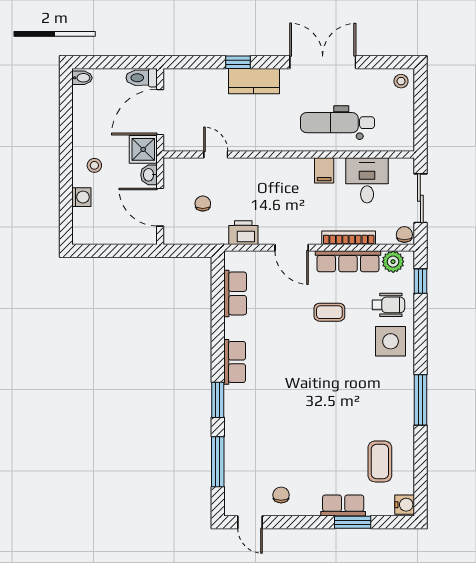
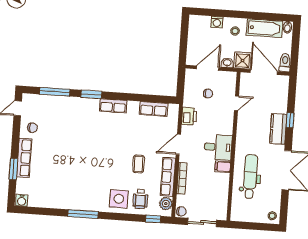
bathtub: (86, 116) -> (265, 28), added
desk: (367, 180) -> (218, 147), moved
coffee table: (380, 461) -> (48, 188), removed
row of seats: (343, 506) -> (24, 158), width x1.48

